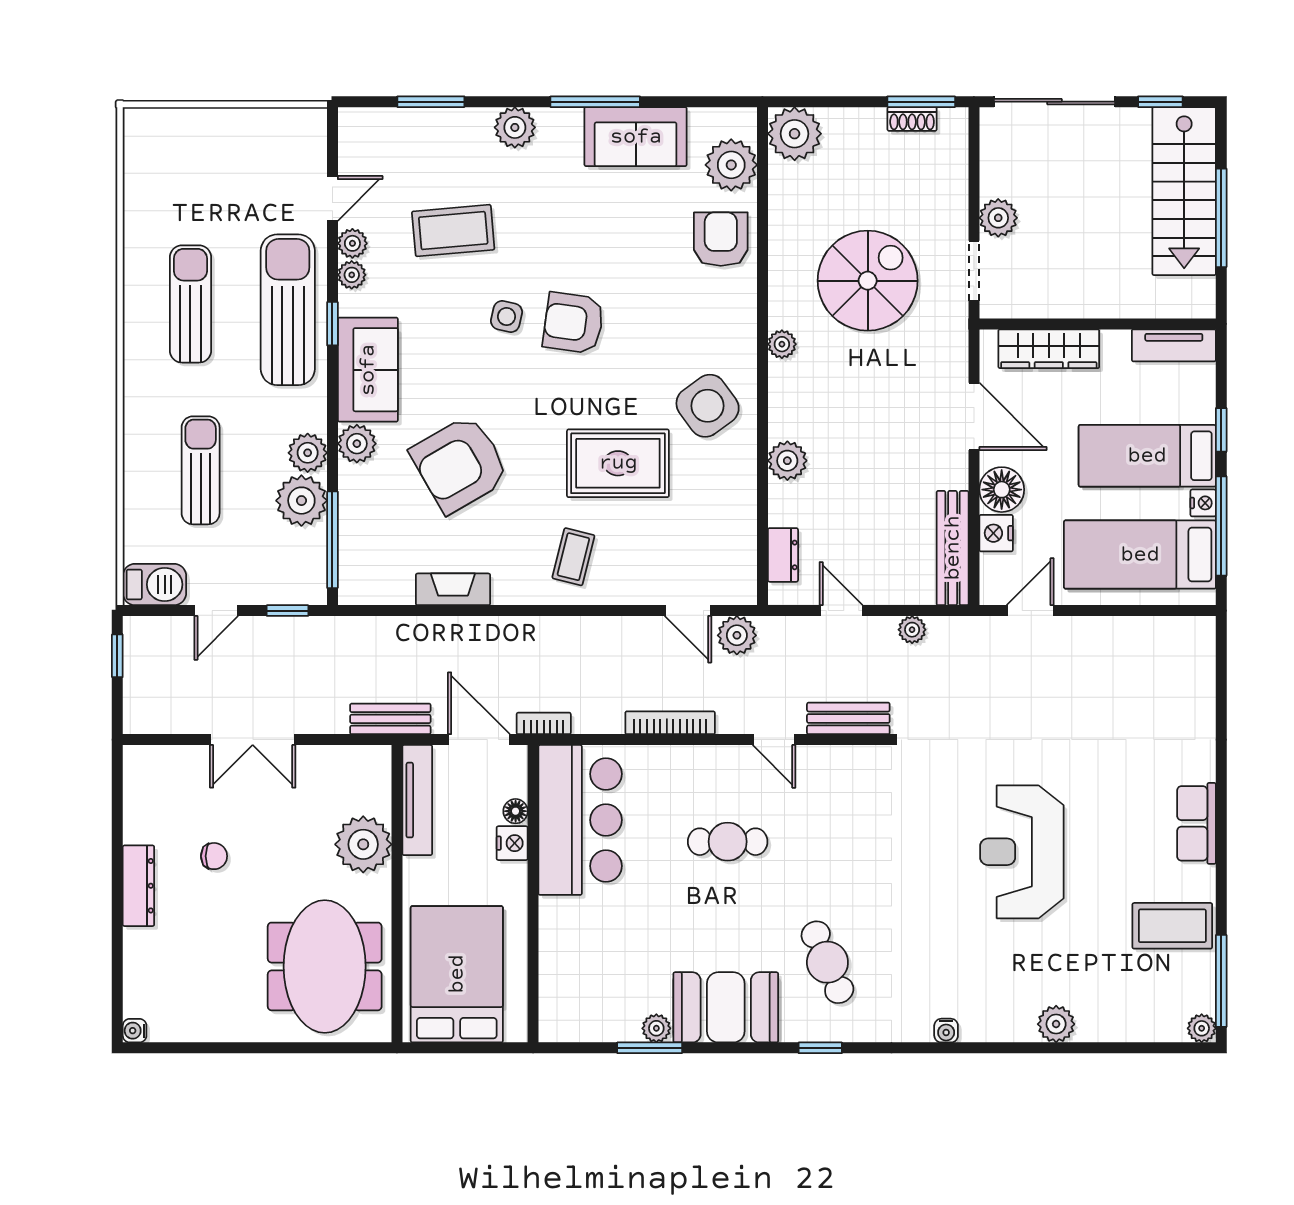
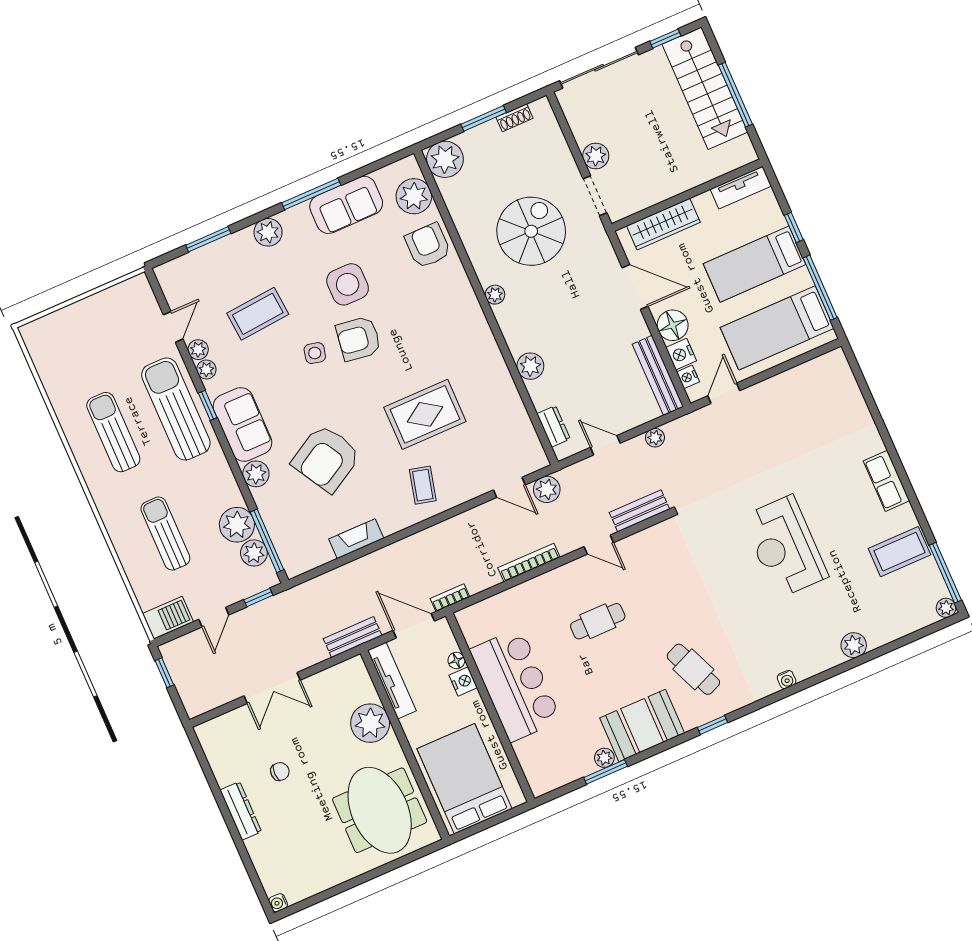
window: (921, 102) -> (484, 118), moved
side table: (708, 406) -> (348, 284), moved, turned 36
plant: (308, 453) -> (254, 553), moved
nightstand: (1203, 503) -> (688, 377), moved, turned 180
bar counter: (580, 820) -> (515, 685), moved

